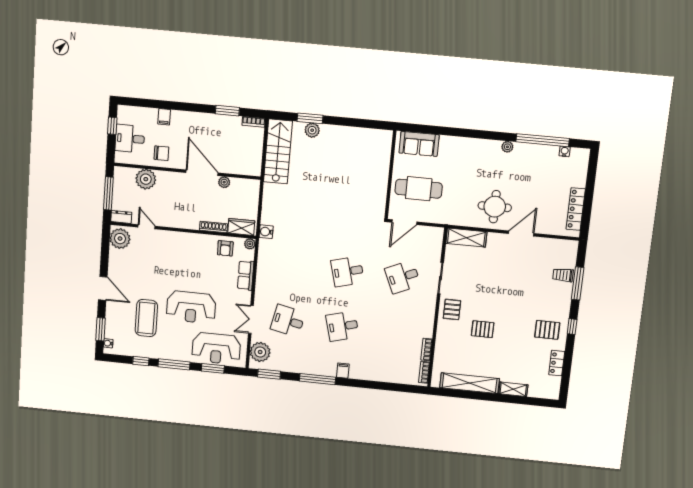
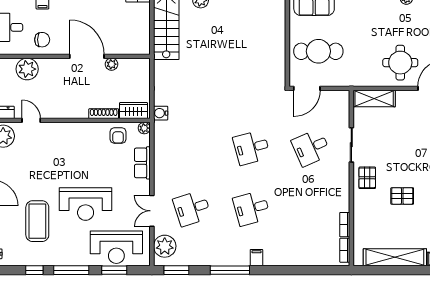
desk: (288, 321) -> (192, 208), turned -30

